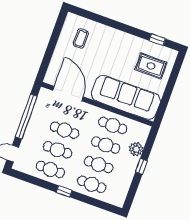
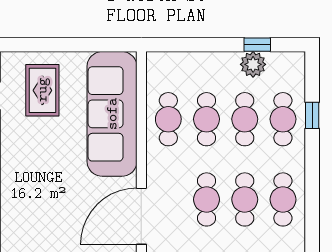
coffee table: (81, 38) -> (38, 228), removed
plant: (136, 149) -> (253, 64), moved
window: (141, 166) -> (257, 45), moved
window: (64, 191) -> (312, 115), moved

